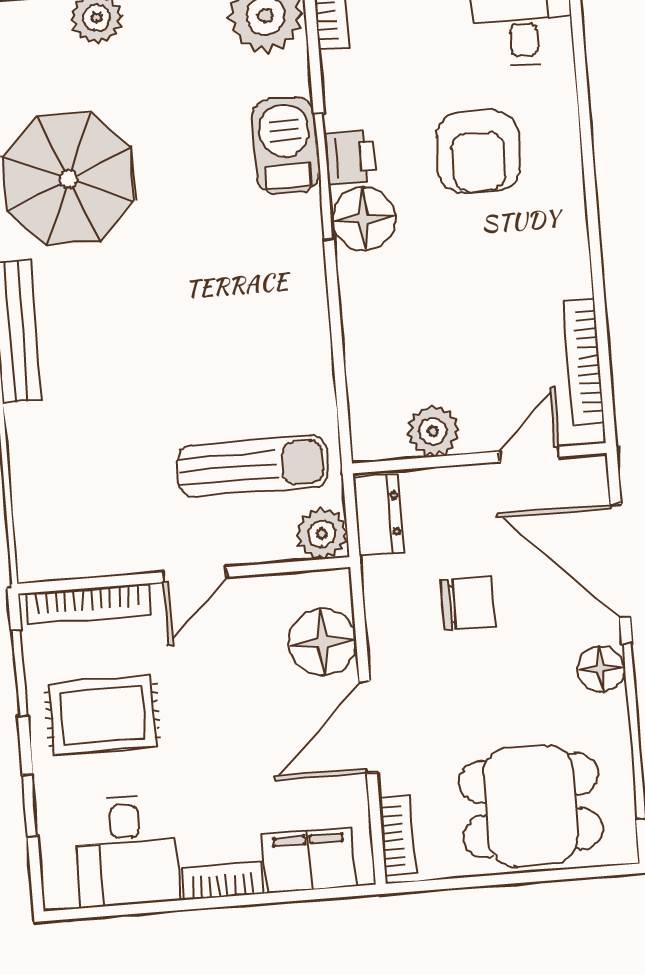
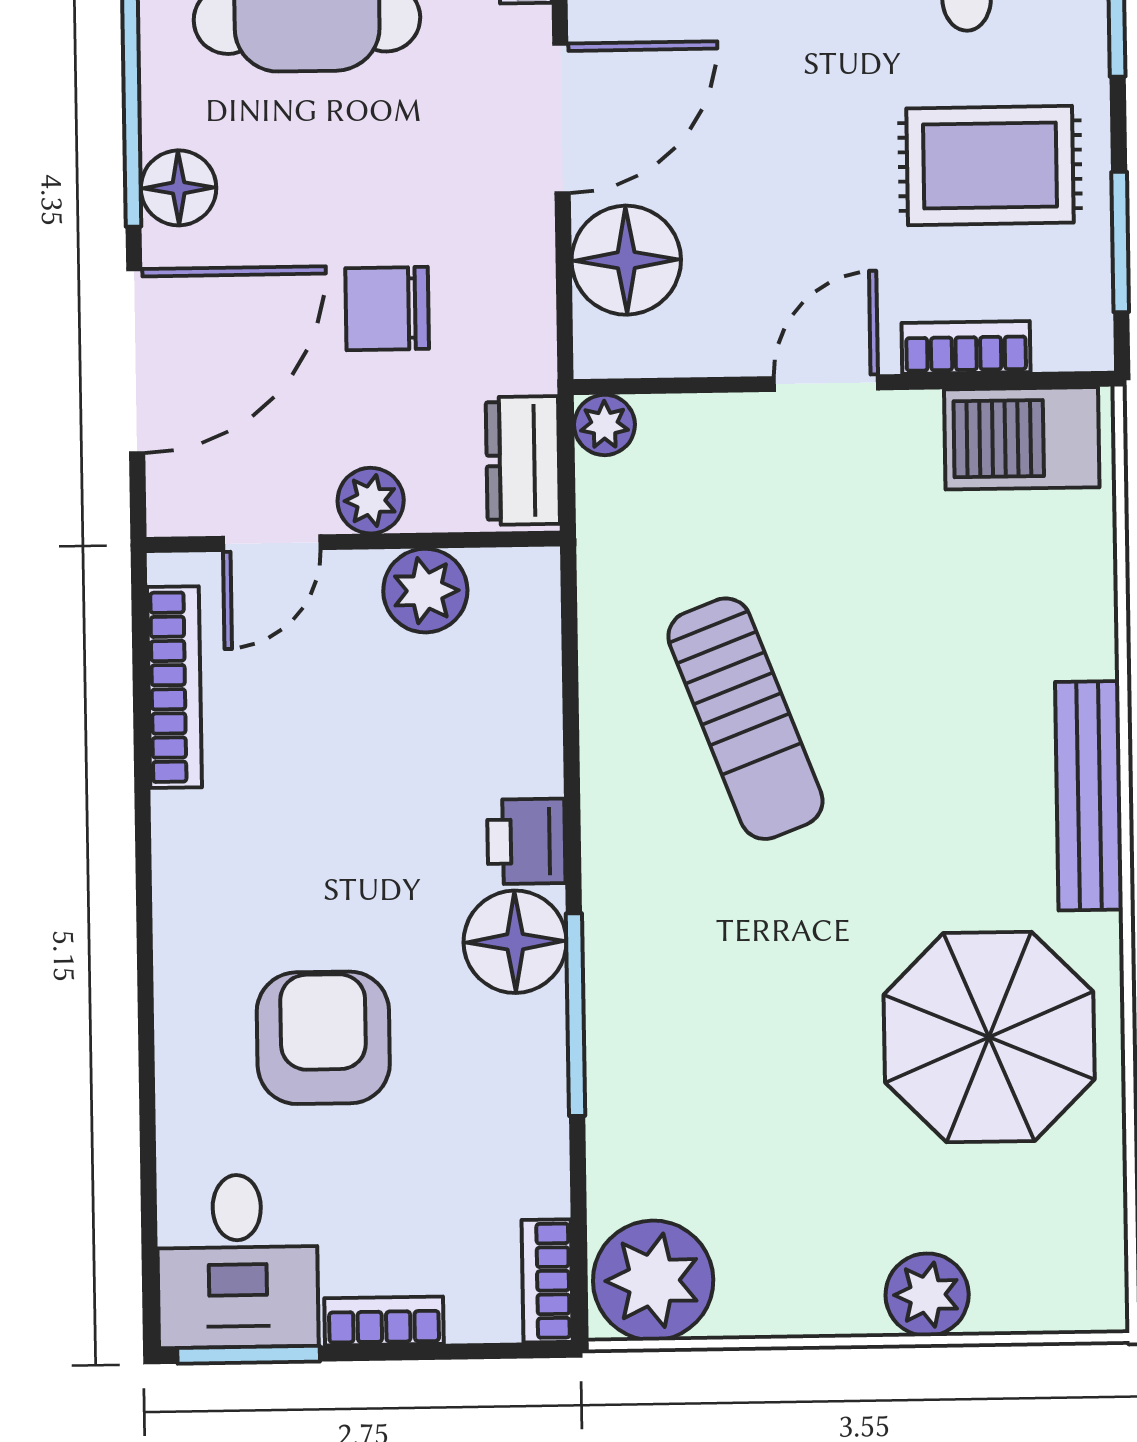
barbecue: (285, 146) -> (1022, 438), moved, turned 90
printer: (351, 158) -> (526, 841), moved
sun lounger: (253, 466) -> (745, 719), moved, turned -111
plant: (470, 484) -> (371, 501), added
plant: (322, 534) -> (604, 425), width x0.73, depth x0.73
door: (620, 561) -> (136, 361), hinge flipped
bookcase: (88, 604) -> (966, 347), width x0.64

